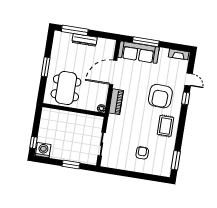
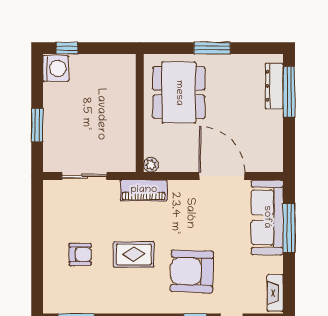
dresser: (85, 40) -> (274, 86), moved
dining table: (66, 88) -> (179, 93), turned 90
piano: (116, 102) -> (144, 190), moved
rug: (165, 126) -> (134, 254), moved

